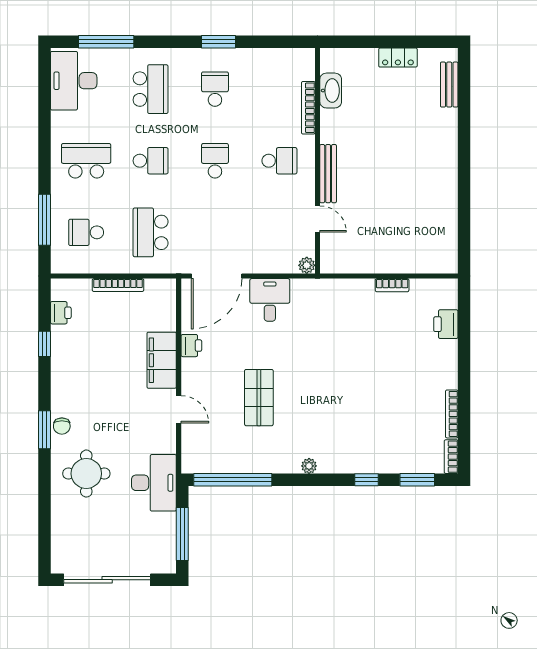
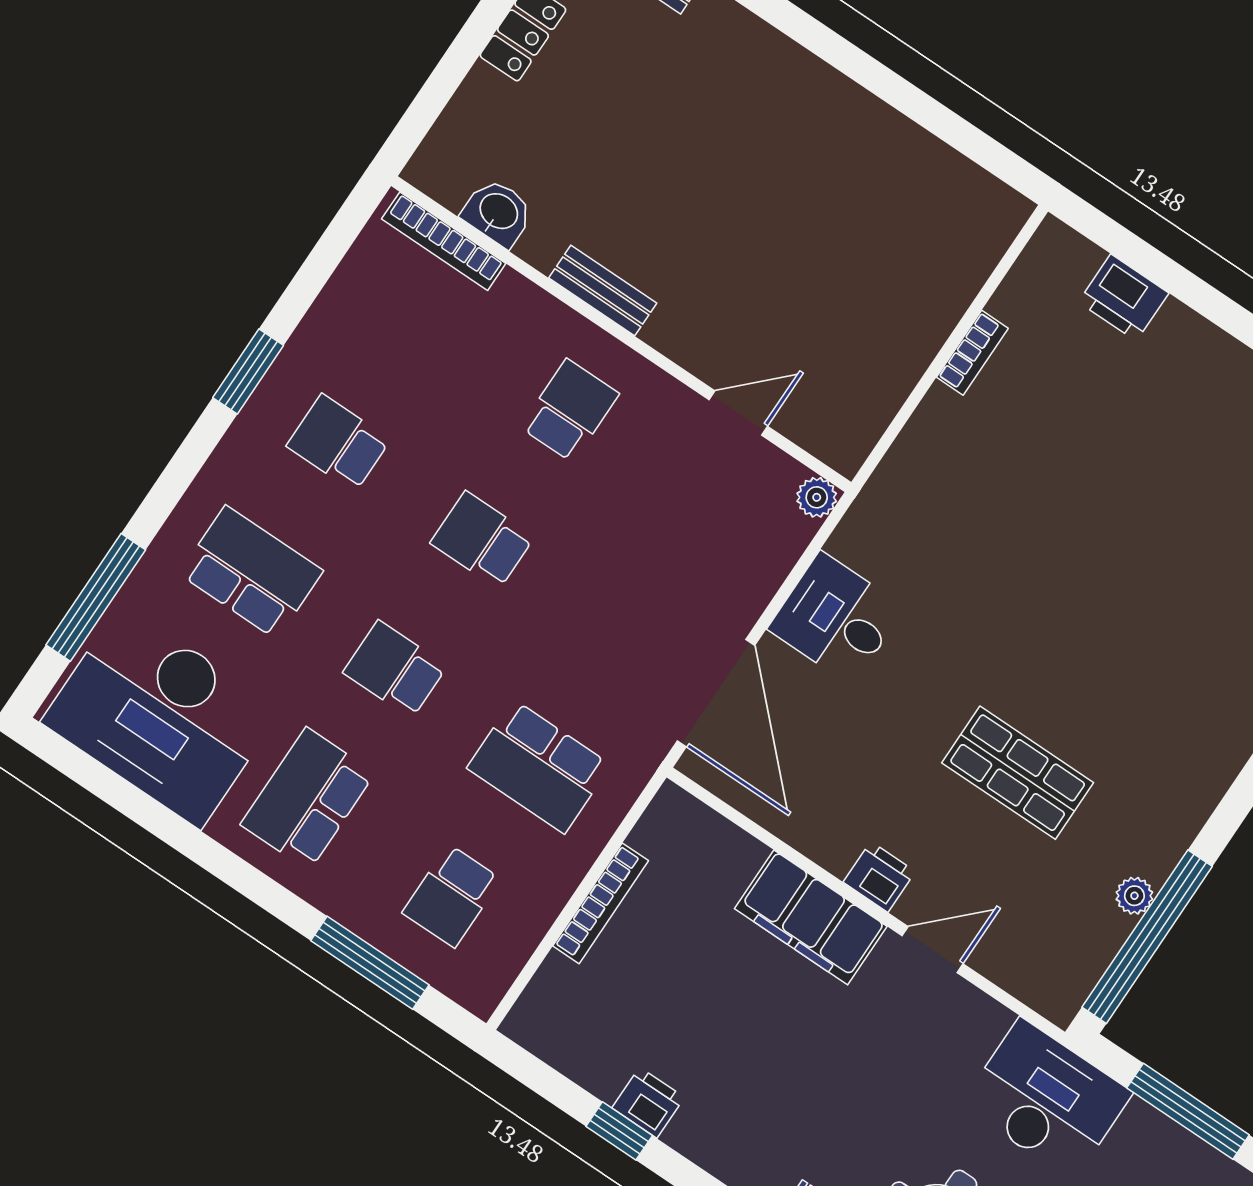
desk: (74, 81) -> (161, 716), width x1.36, depth x1.30
washbasin: (331, 91) -> (498, 212), width x0.72
bookcase: (308, 108) -> (444, 241), moved
school desk: (151, 161) -> (395, 669), turned -90
bench: (328, 174) -> (603, 291), moved, width x0.73
printer: (61, 313) -> (648, 1103), moved
printer: (191, 346) -> (879, 877), moved
plant: (309, 466) -> (1134, 896), moved

